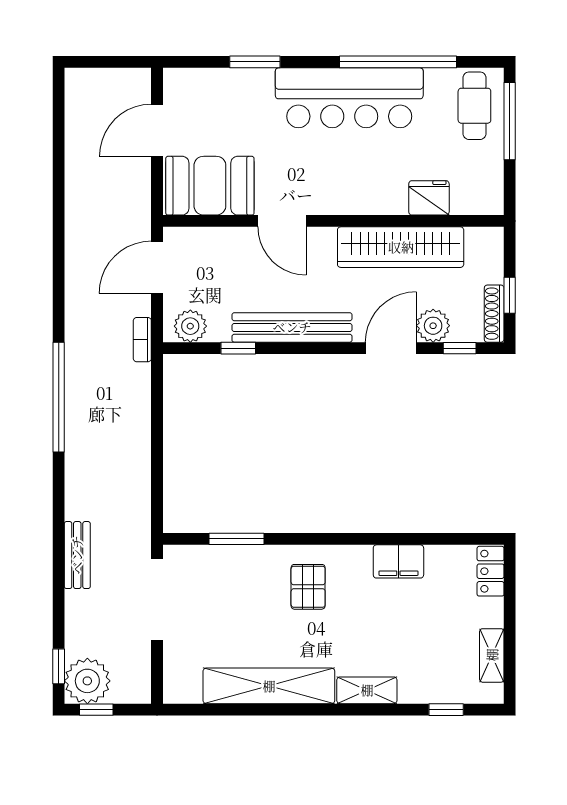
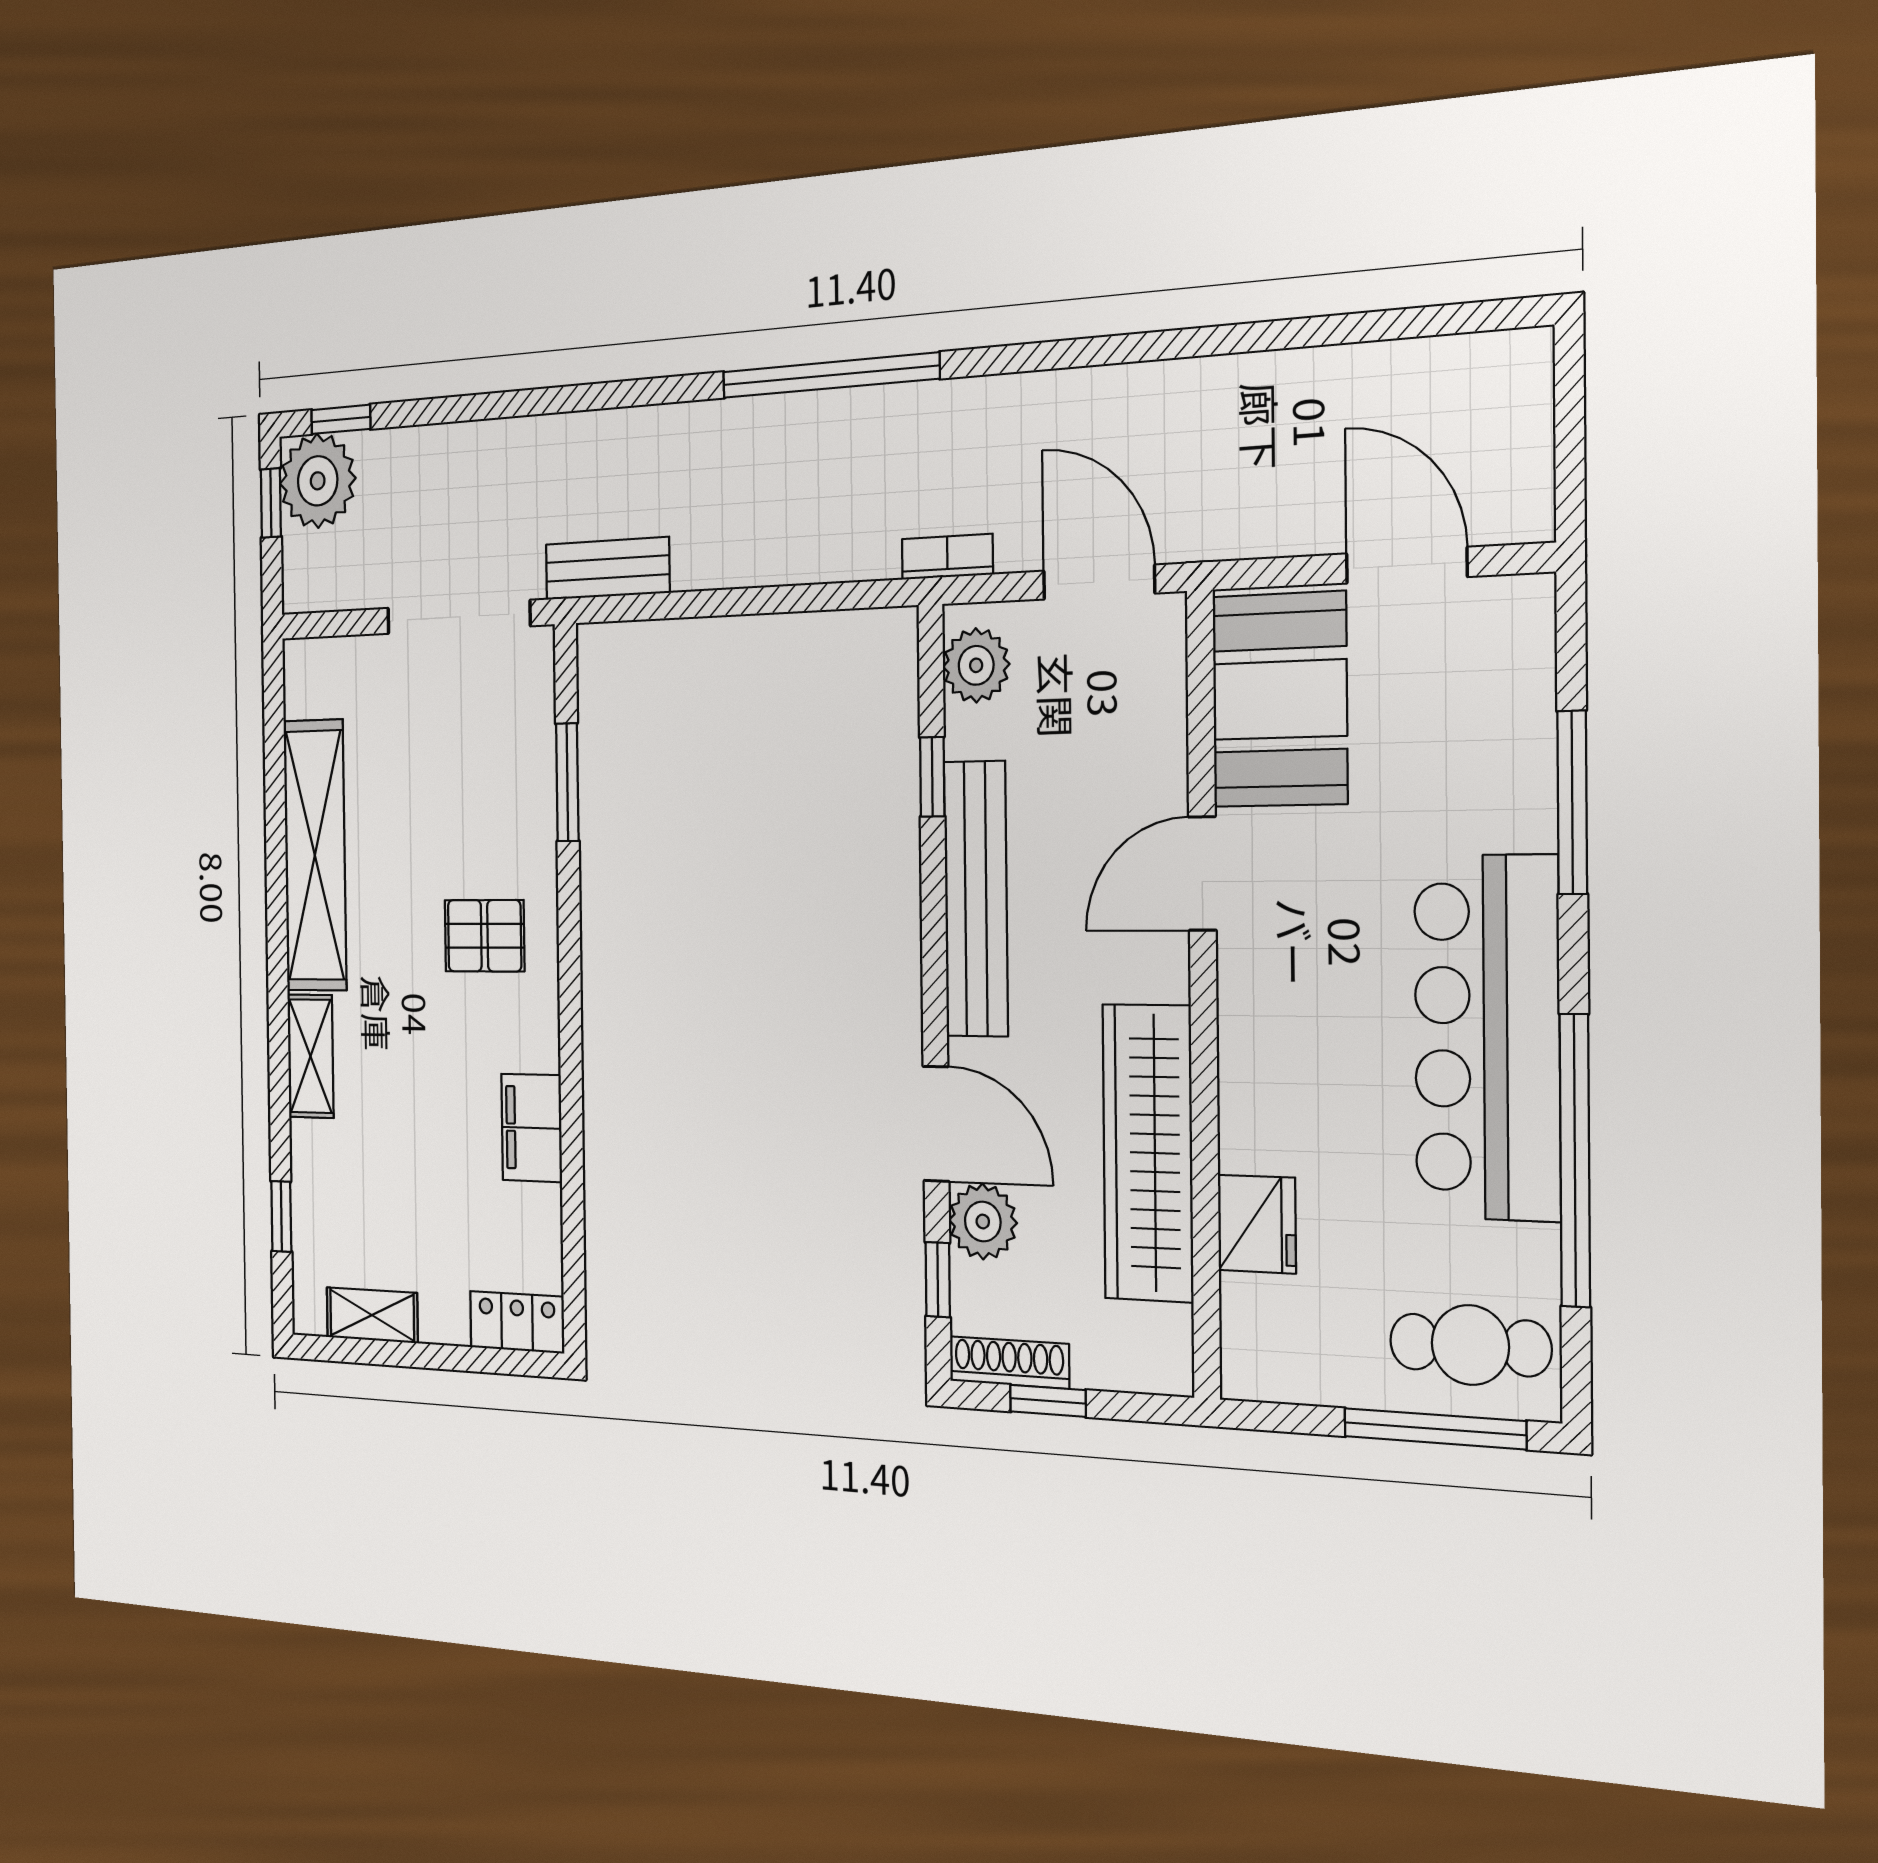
window: (255, 62) -> (1572, 803), width x1.44
bench: (77, 555) -> (607, 568), moved

